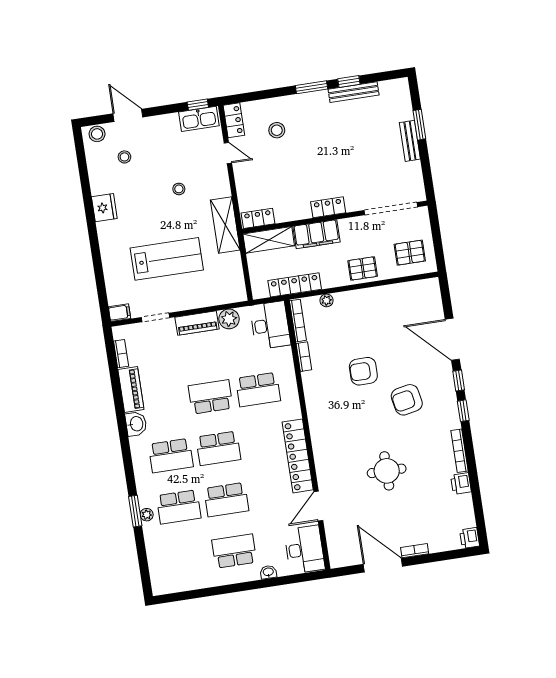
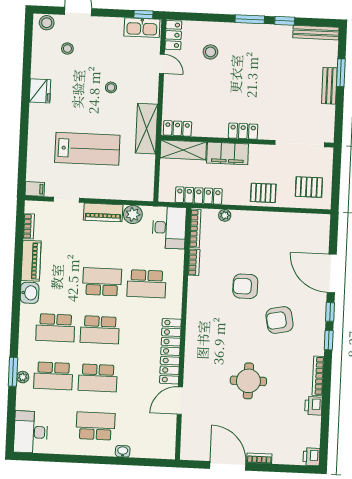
bench: (354, 92) -> (316, 33), moved
desk: (304, 549) -> (31, 432), moved, turned 180

